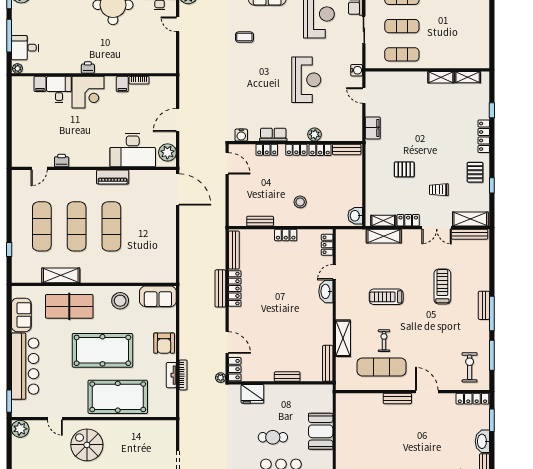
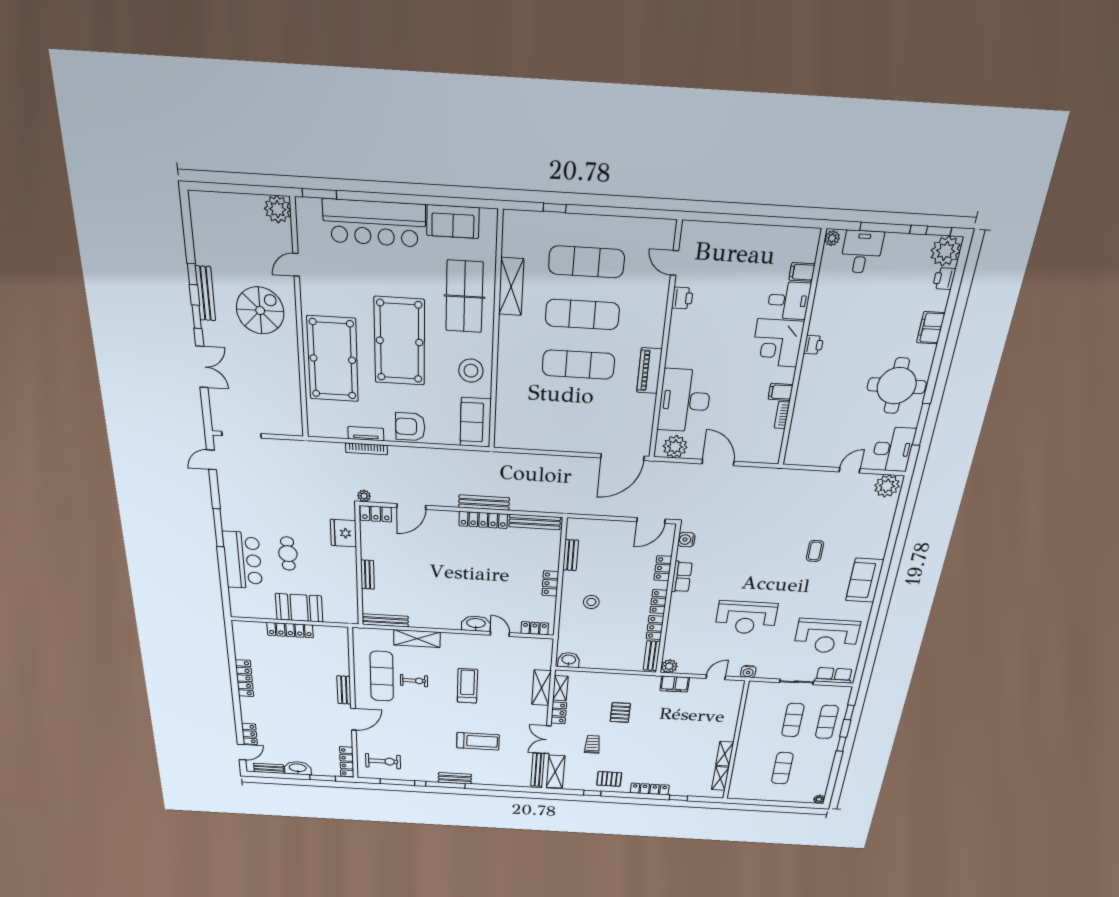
exercise mat: (402, 54) -> (782, 768), moved
plant: (315, 134) -> (669, 666), moved
locker: (342, 440) -> (290, 630), added

